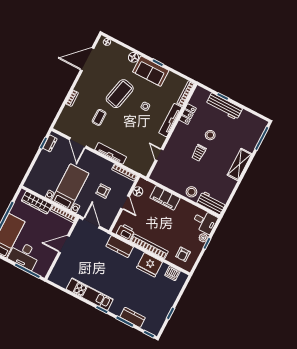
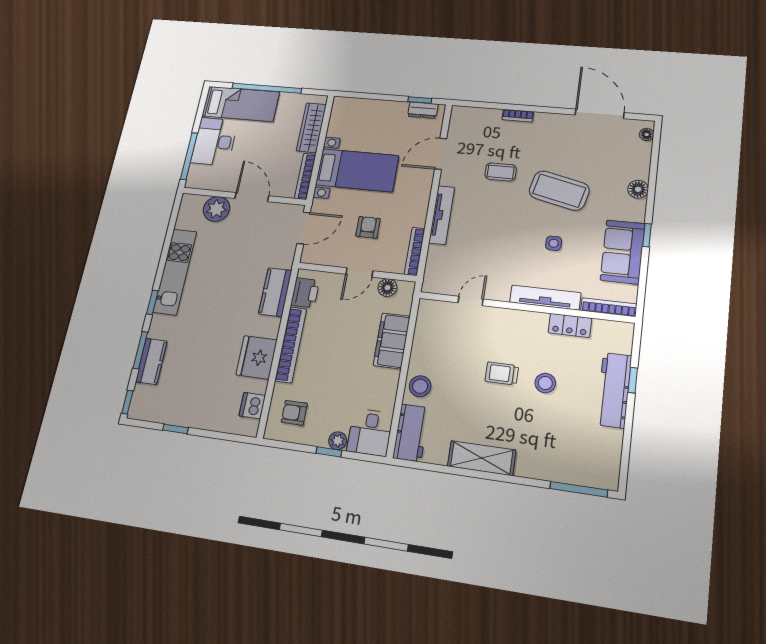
sofa: (151, 71) -> (623, 252), moved
shelving: (239, 164) -> (482, 458), moved
plant: (63, 264) -> (216, 209), added

